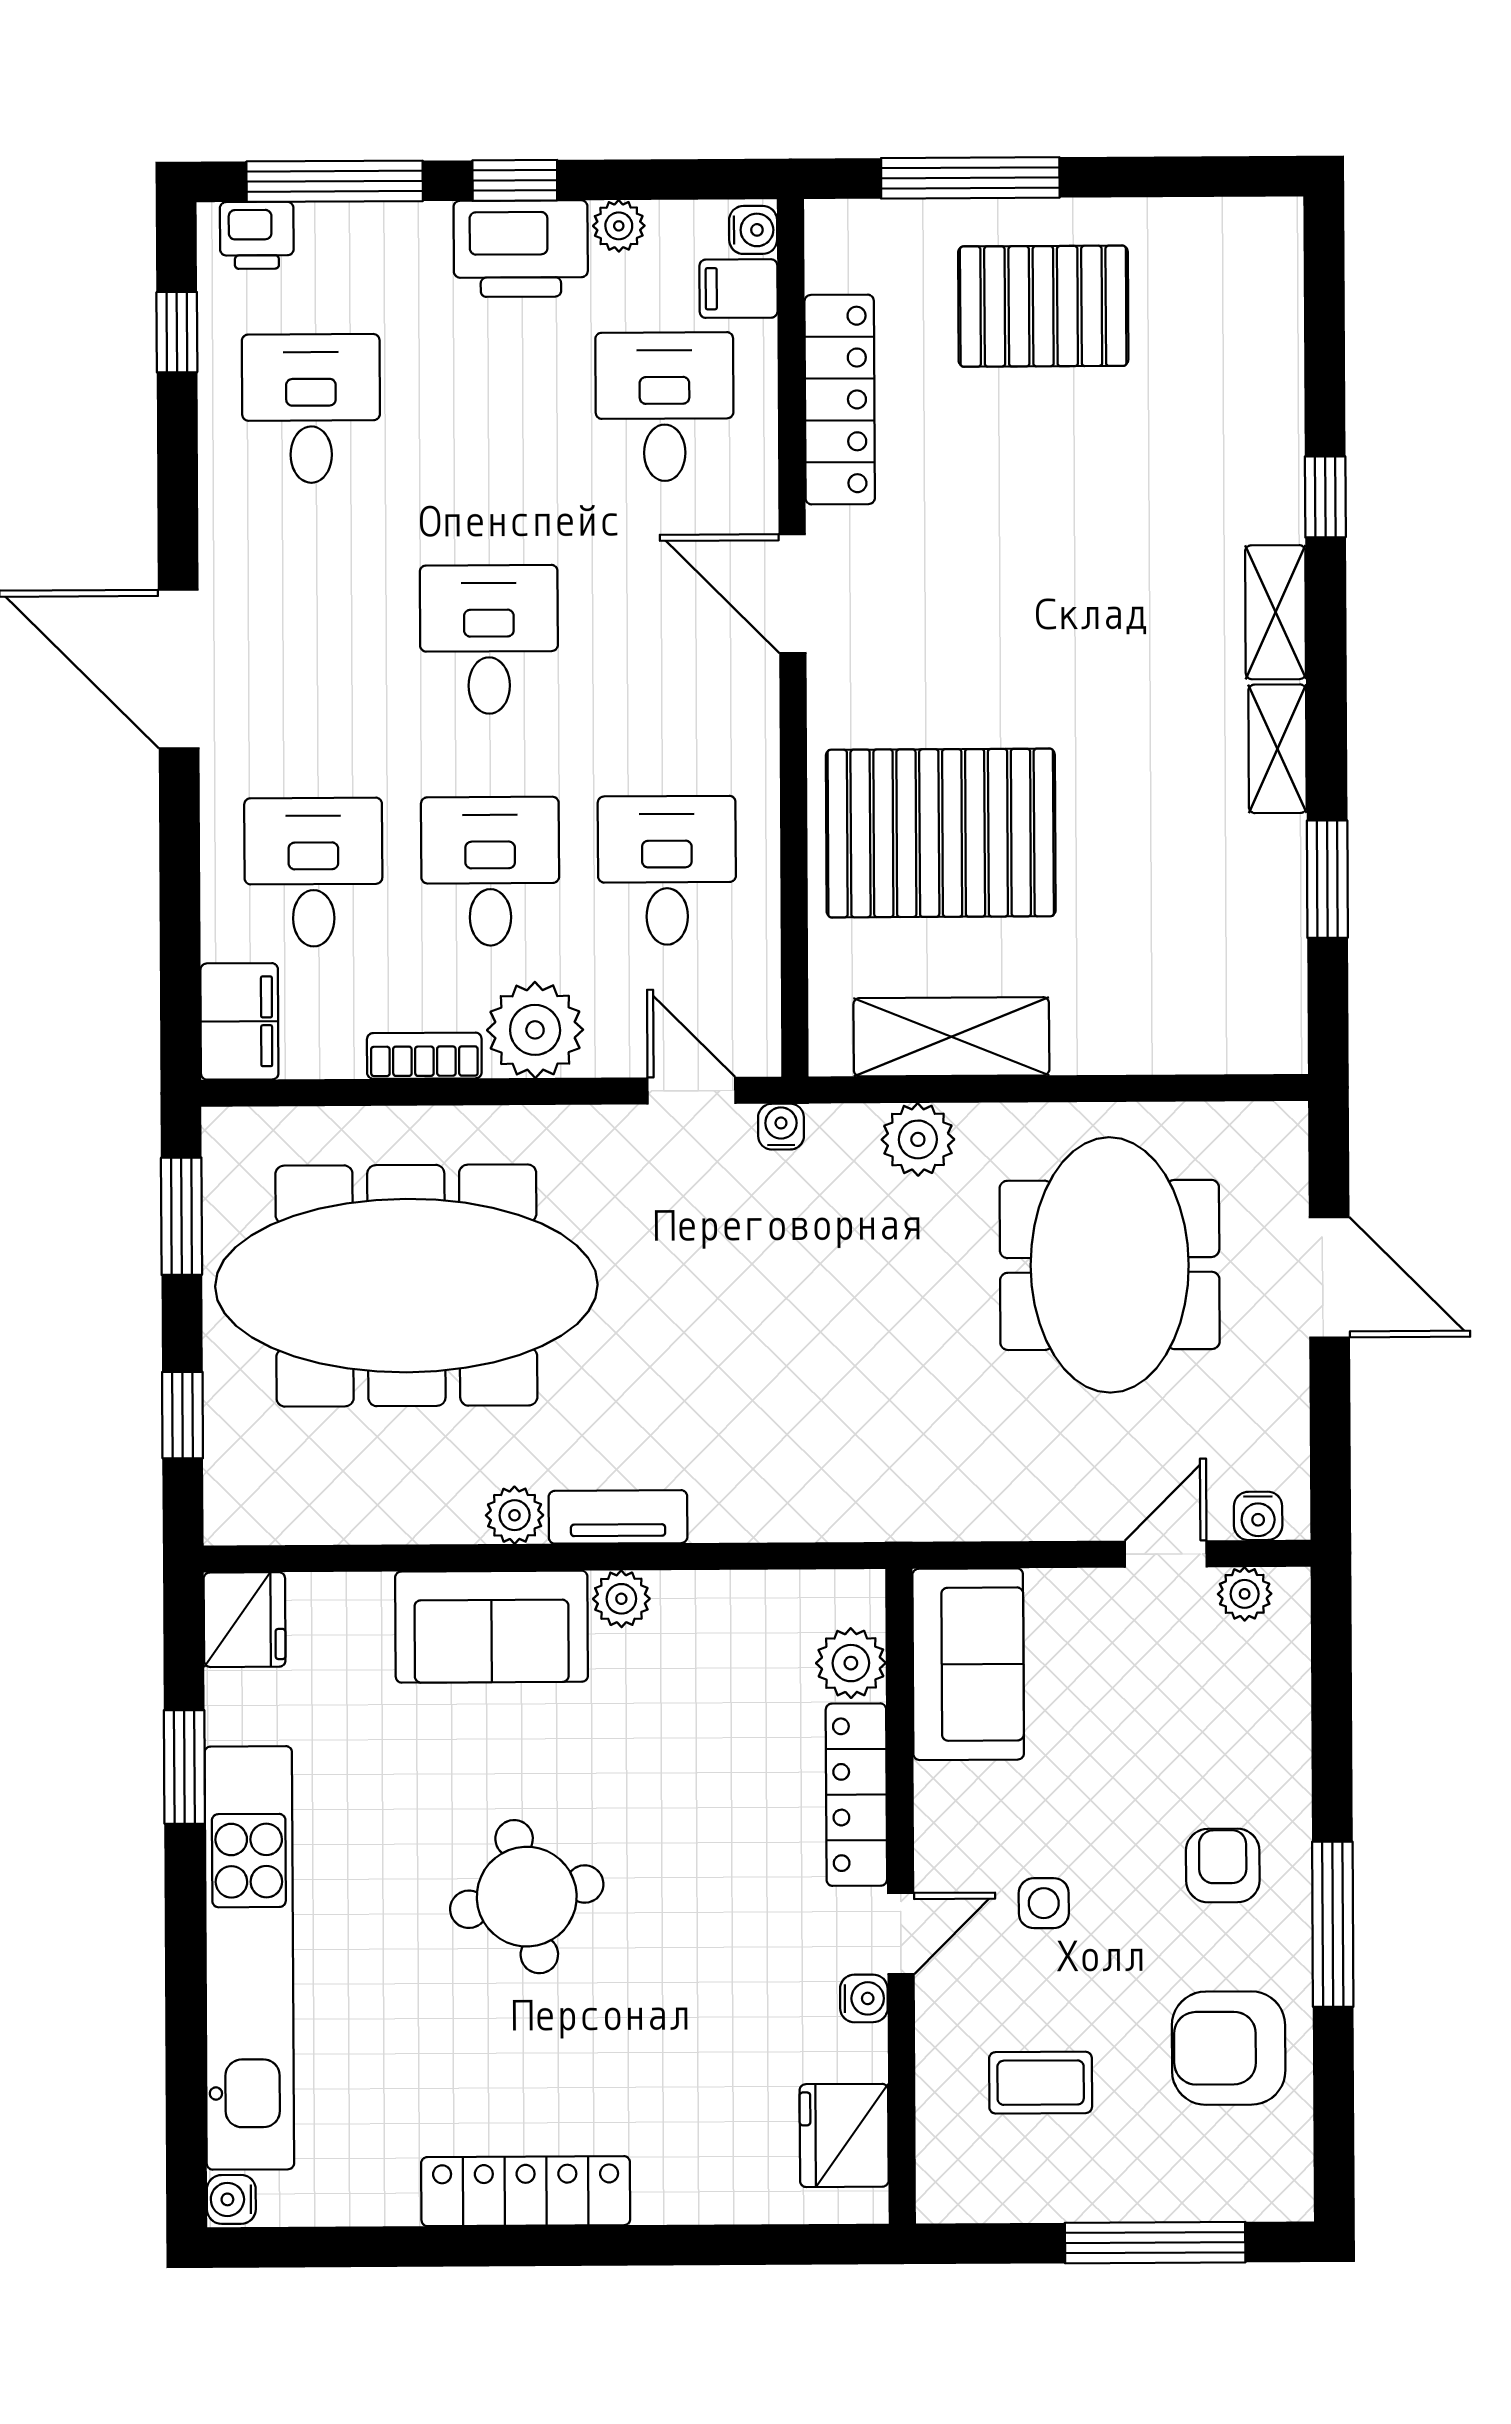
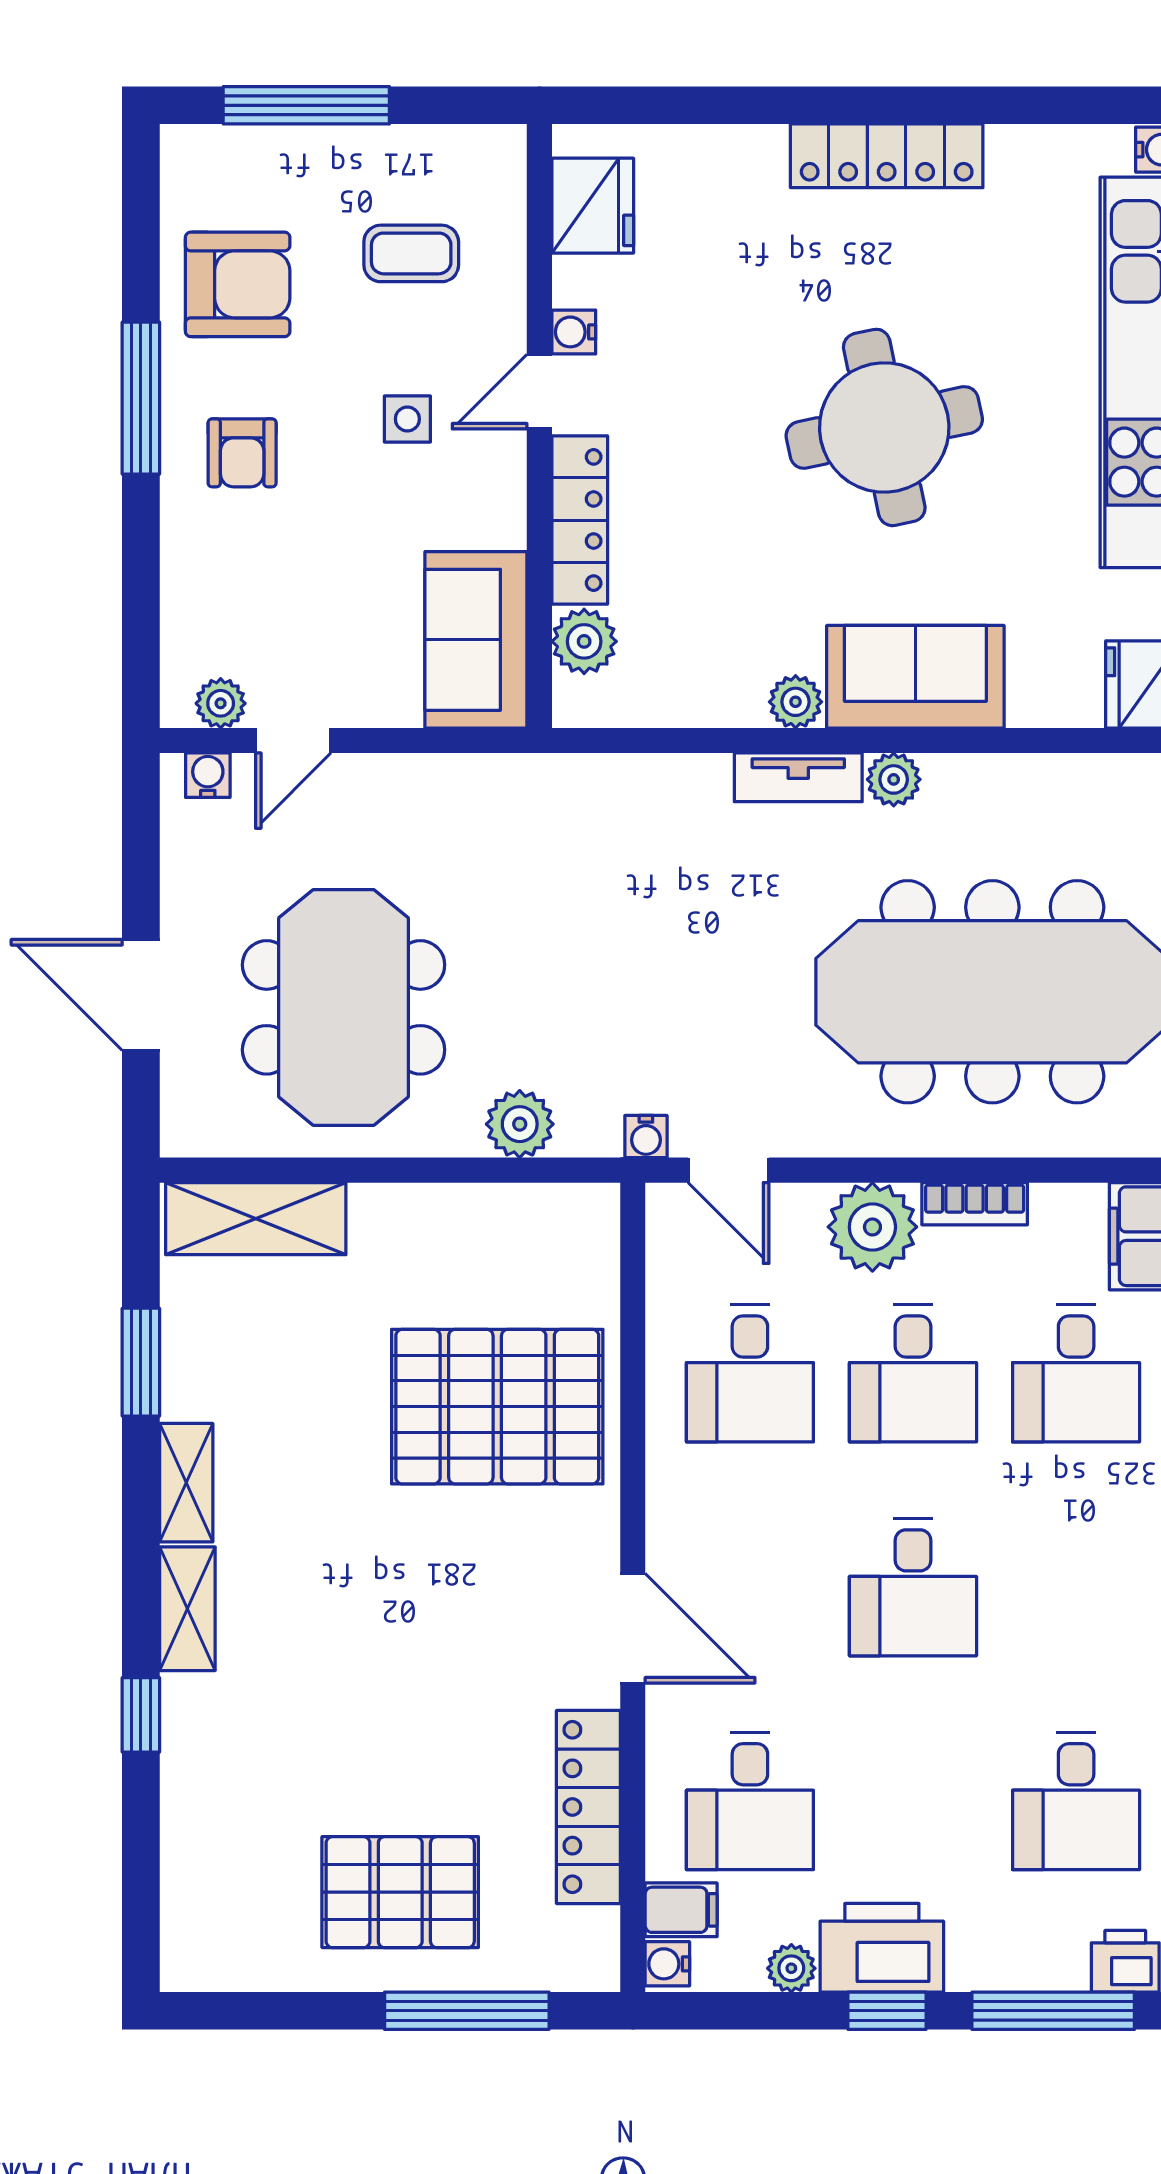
shelving: (951, 1037) -> (256, 1219), moved
round table: (527, 1897) -> (884, 427), width x1.36, depth x1.36

